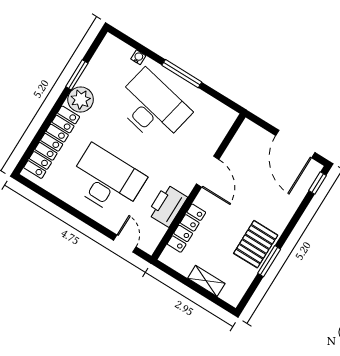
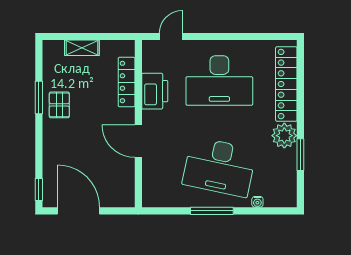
door: (125, 244) -> (171, 37), swing flipped
pallet: (256, 244) -> (59, 105), width x0.67, depth x0.71

